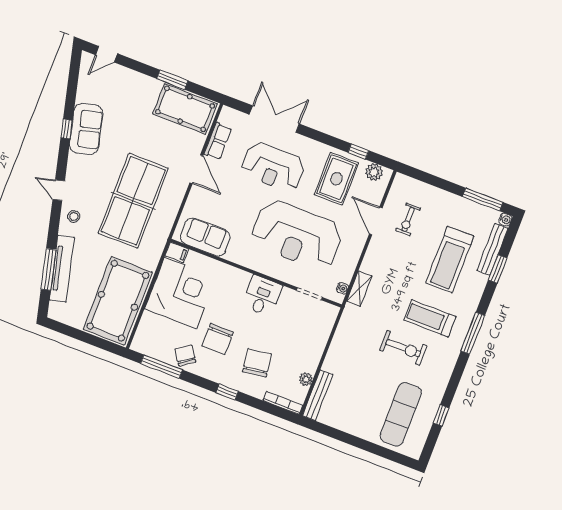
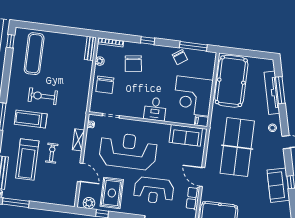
reception desk: (273, 167) -> (154, 190), turned 180
exercise bike: (408, 219) -> (52, 153), moved
treadmill: (450, 260) -> (27, 159), turned 180
shelving: (359, 289) -> (78, 140), moved
desk: (262, 296) -> (155, 109), moved
treadmill: (430, 318) -> (31, 119), turned 180
chair: (218, 339) -> (105, 85), moved, turned 180
bench: (318, 395) -> (90, 48), width x0.73
window: (441, 415) -> (11, 41), moved

